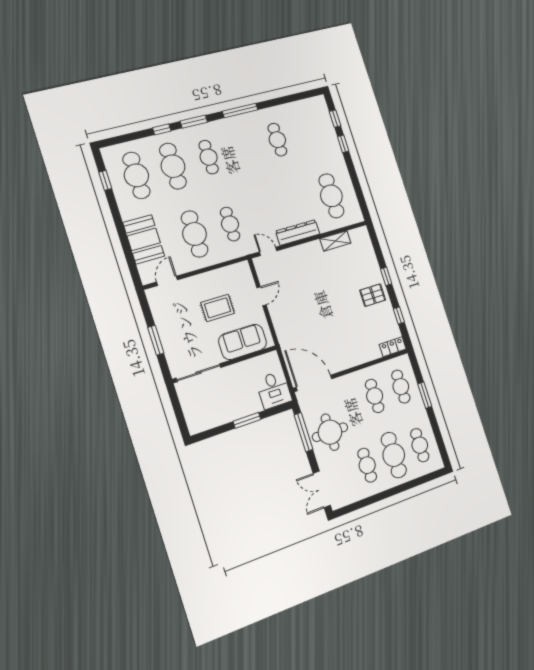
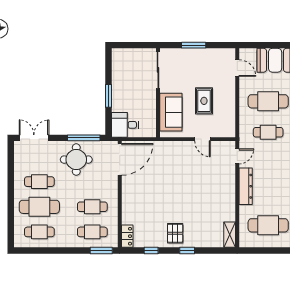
shelving: (335, 241) -> (230, 235), moved
window: (425, 395) -> (101, 250), moved

